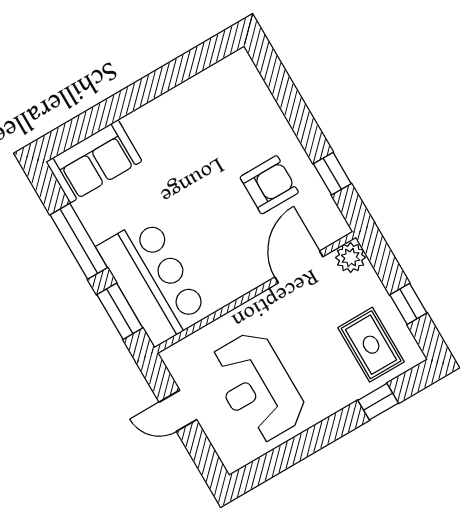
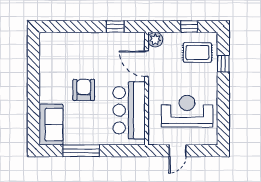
armchair: (269, 185) -> (84, 90), moved
bar counter: (153, 281) -> (129, 110), moved, turned -90
window: (120, 311) -> (121, 151), removed
reception desk: (257, 387) -> (187, 111), turned 180

